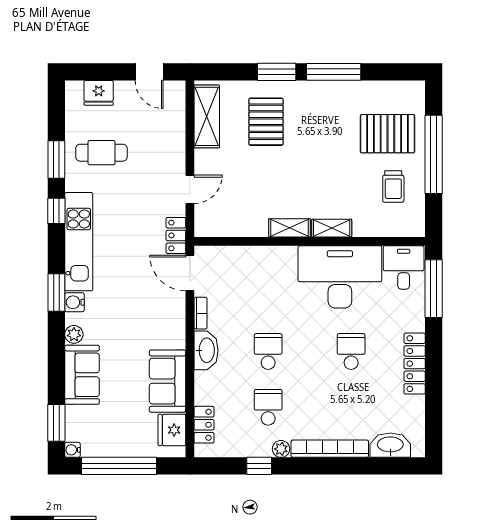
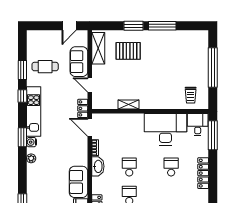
door: (149, 72) -> (69, 26), hinge flipped
fridge: (99, 93) -> (44, 36), removed
pallet: (266, 122) -> (128, 51), turned 90
pallet: (387, 134) -> (189, 57), removed
trolley: (393, 186) -> (191, 95), moved
door: (190, 189) -> (90, 85), swing flipped
shelving: (289, 228) -> (129, 105), moved
shelving: (332, 228) -> (161, 105), removed
sofa: (82, 375) -> (79, 62), moved, turned 180

